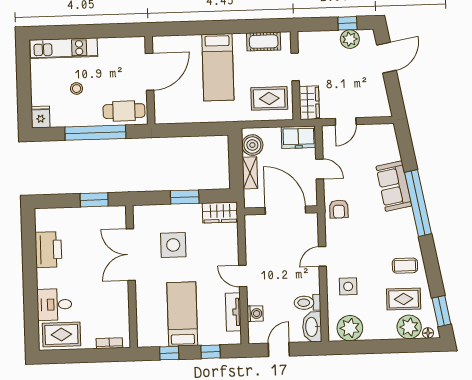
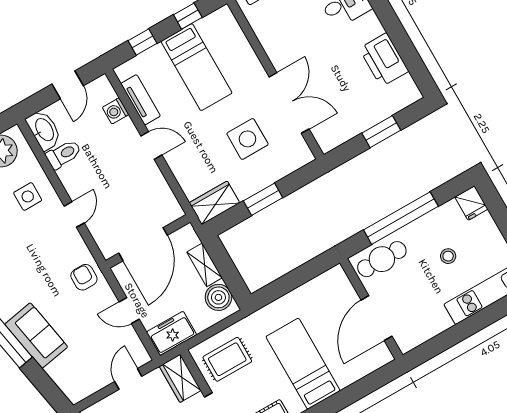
window: (94, 200) -> (381, 132), moved
door: (285, 210) -> (143, 244), hinge flipped

